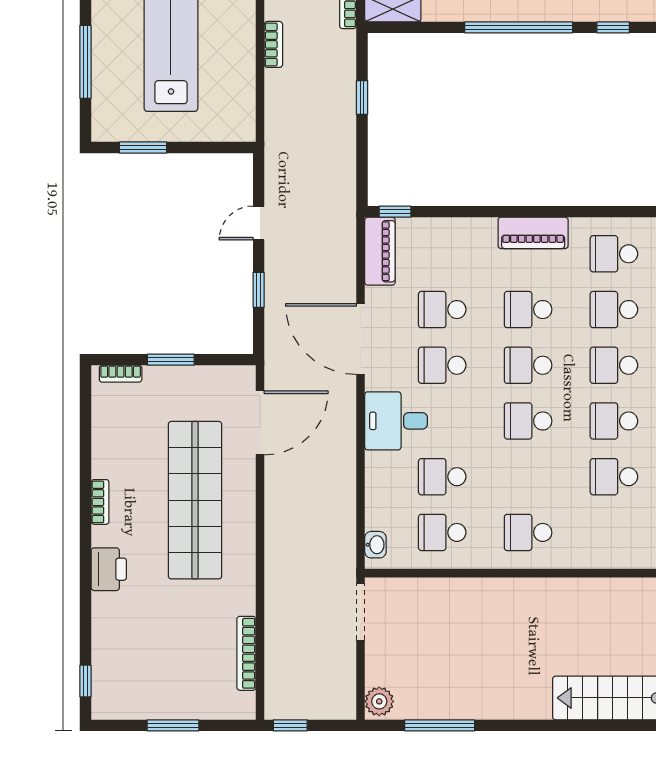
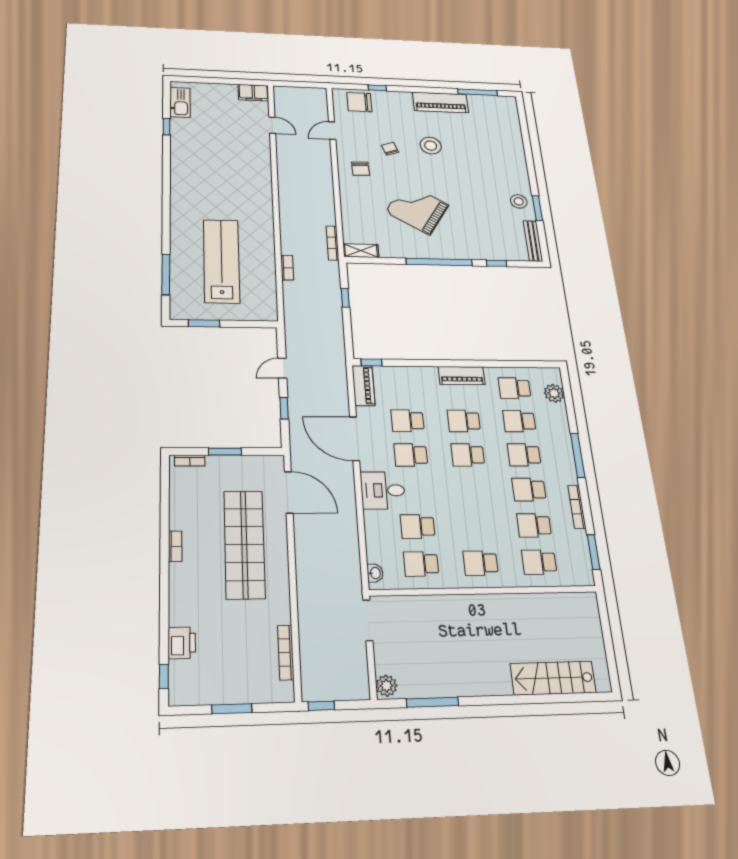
school desk: (528, 421) -> (539, 562), moved
door: (260, 423) -> (289, 492), hinge flipped
printer: (109, 569) -> (182, 643), moved

